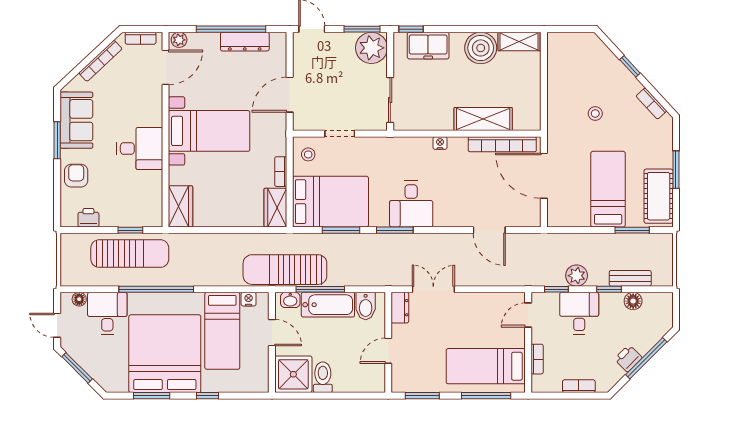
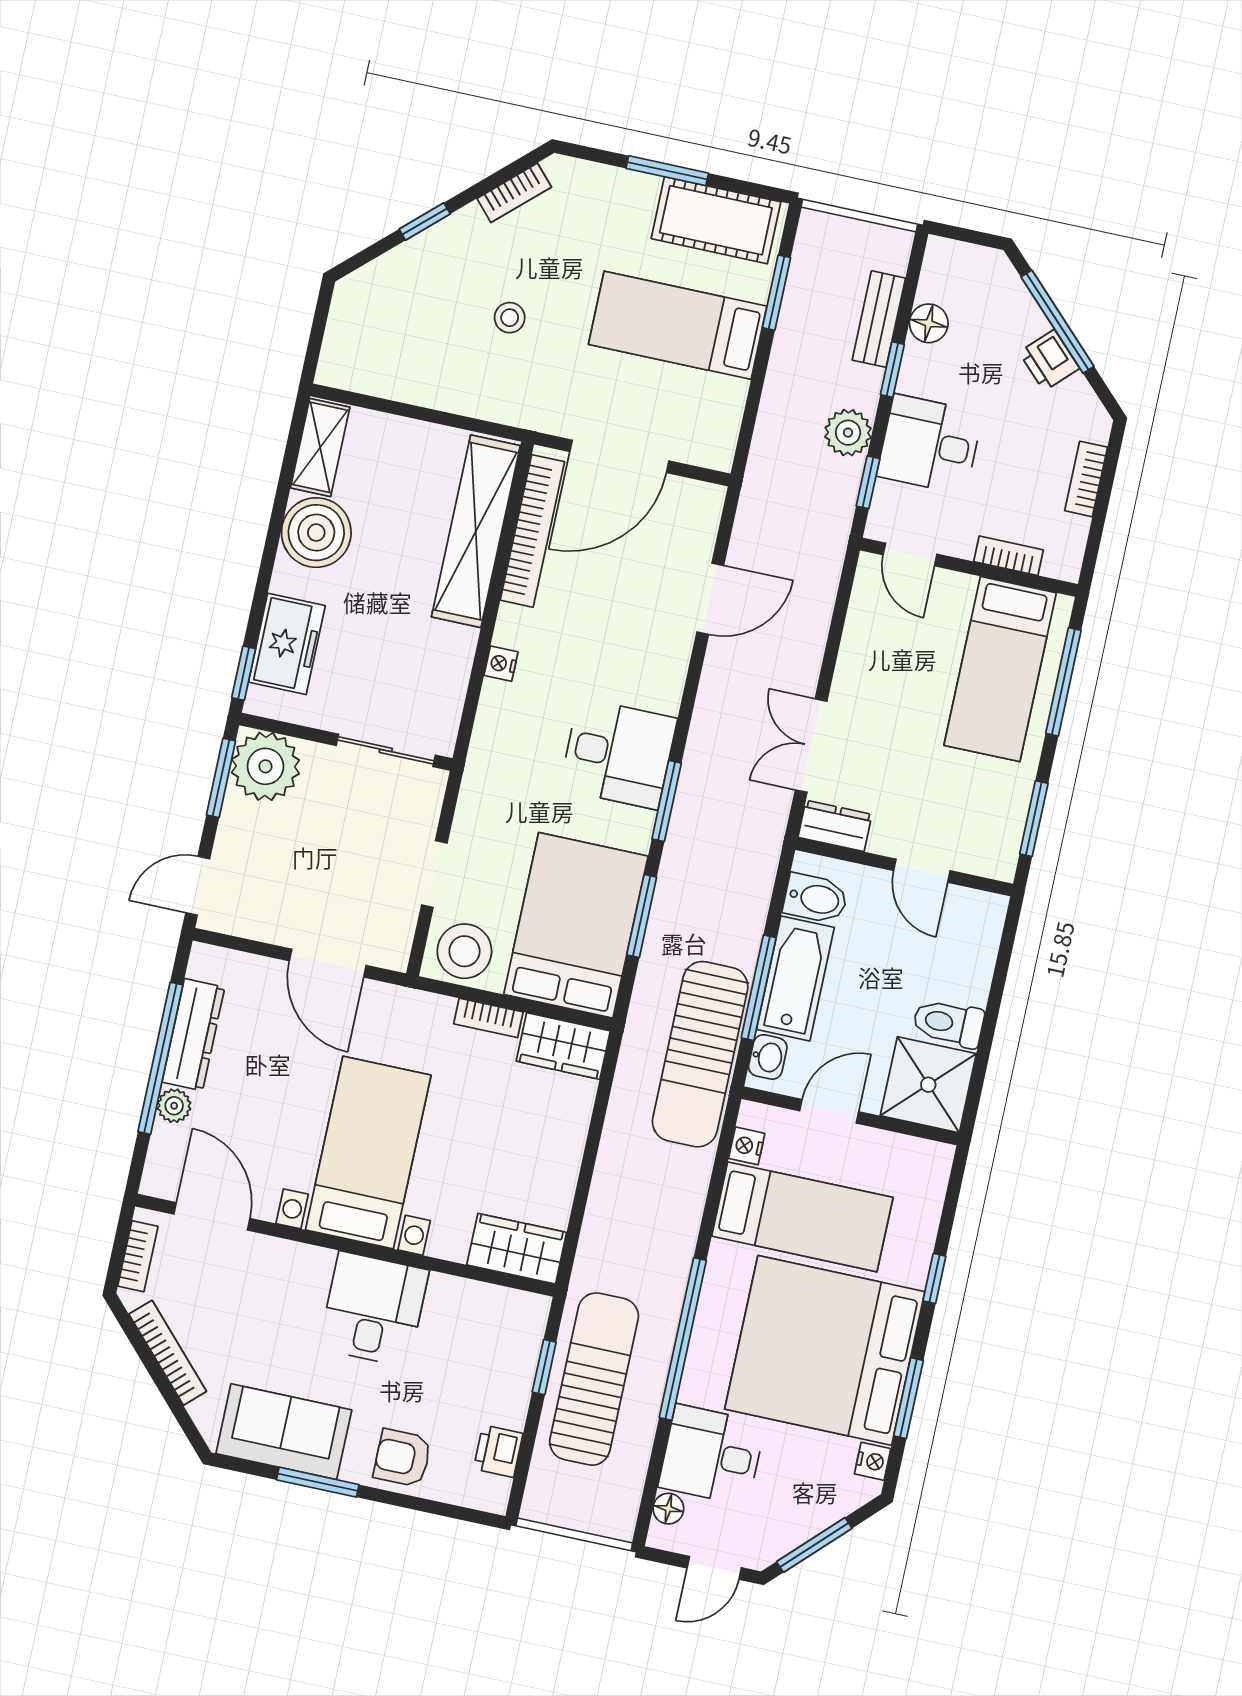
plant: (179, 40) -> (174, 1106), moved
shelving: (483, 119) -> (476, 531), width x1.47
stool: (308, 154) -> (464, 951), width x1.89, depth x1.89
nightstand: (120, 386) -> (873, 1461), added

